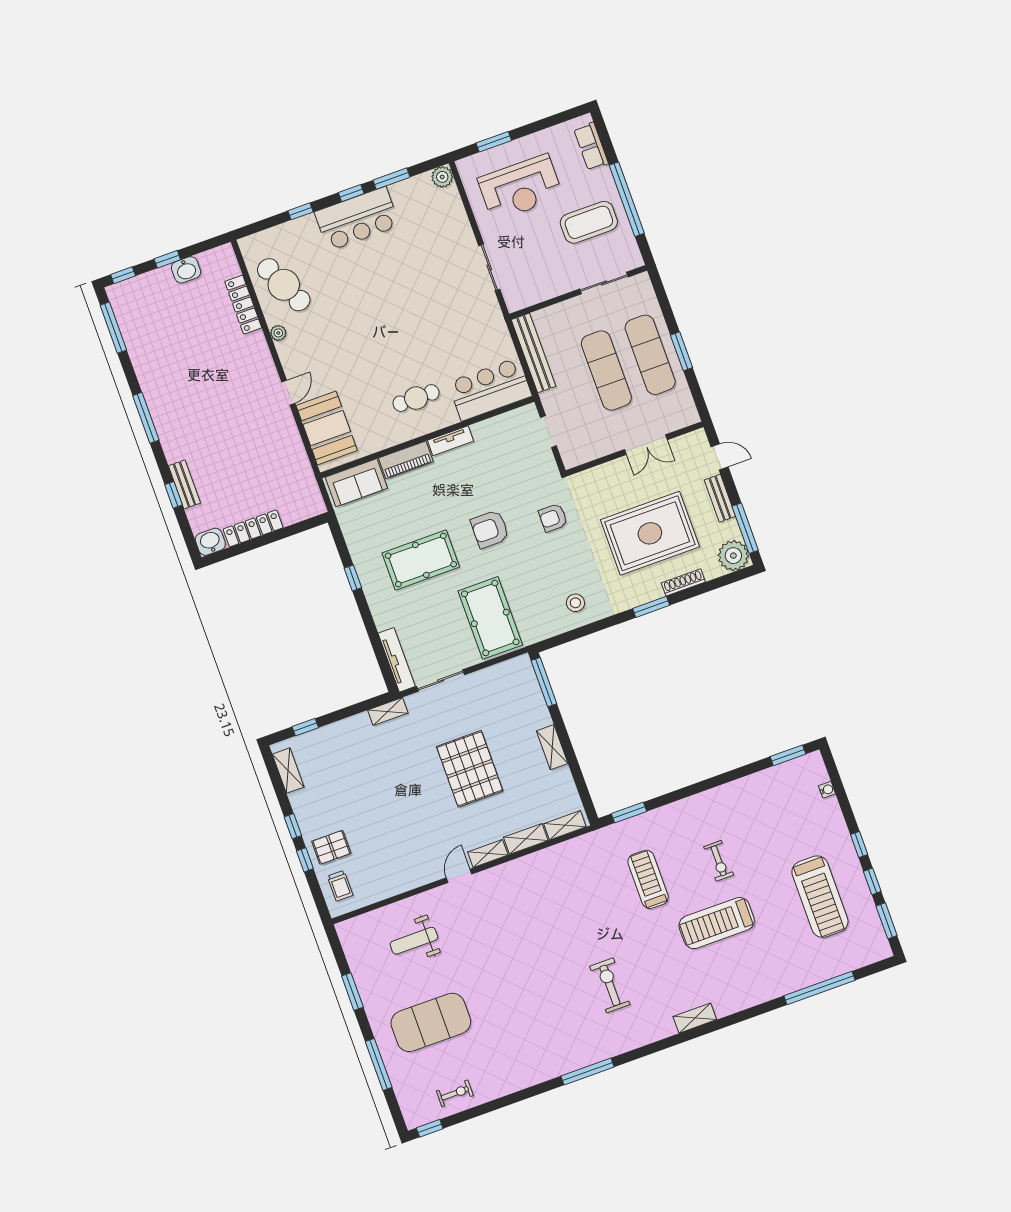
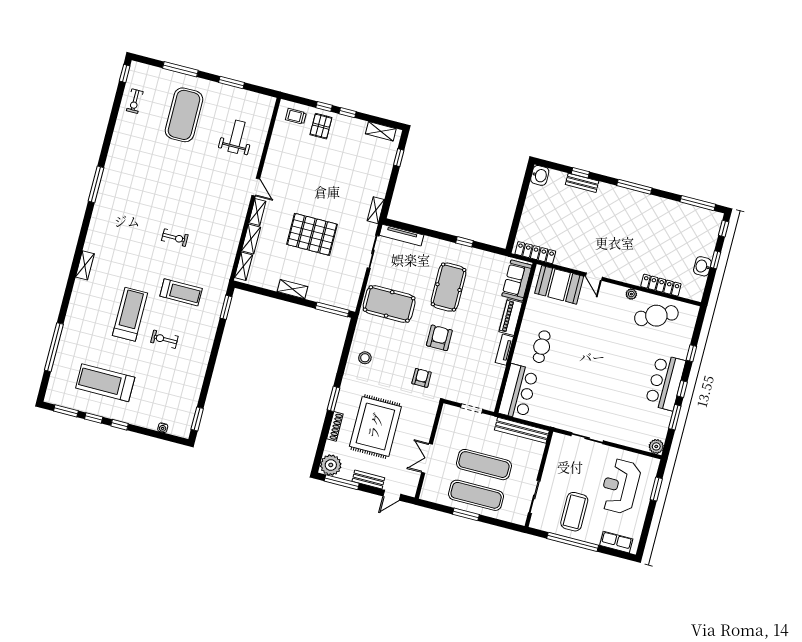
locker: (253, 528) -> (535, 253), moved, turned -90
exercise bike: (610, 985) -> (175, 238), moved, width x0.73, depth x0.72

